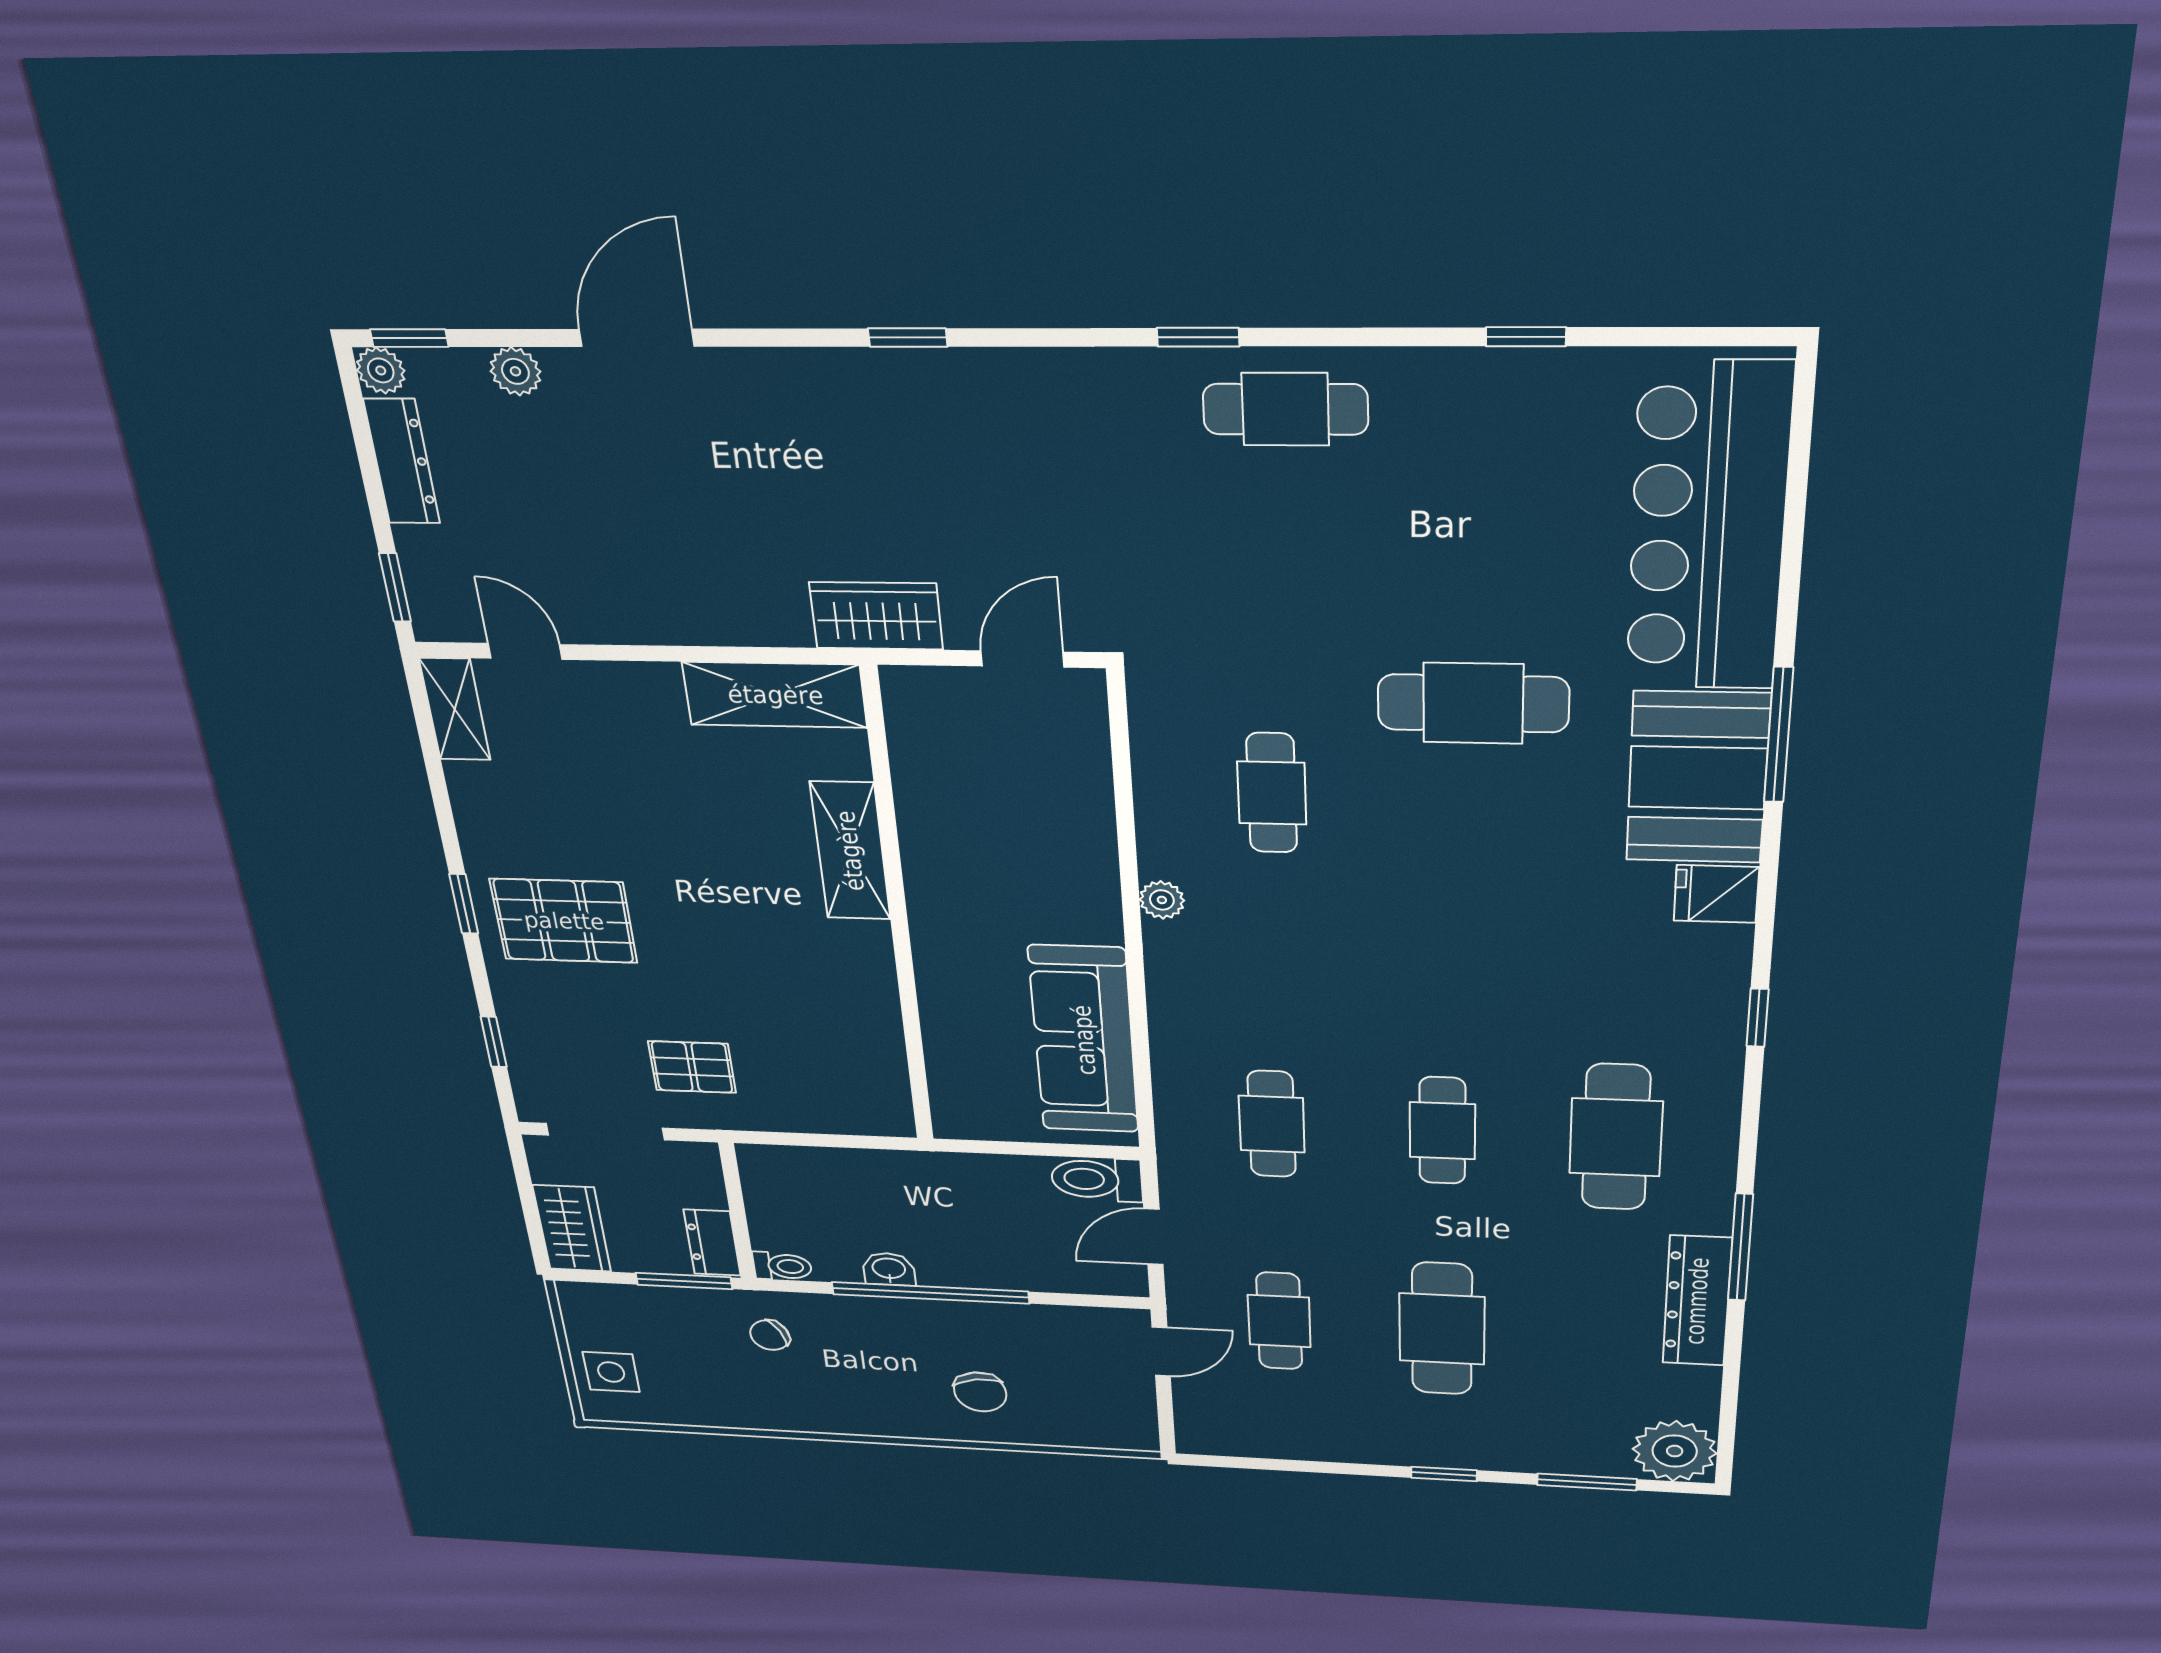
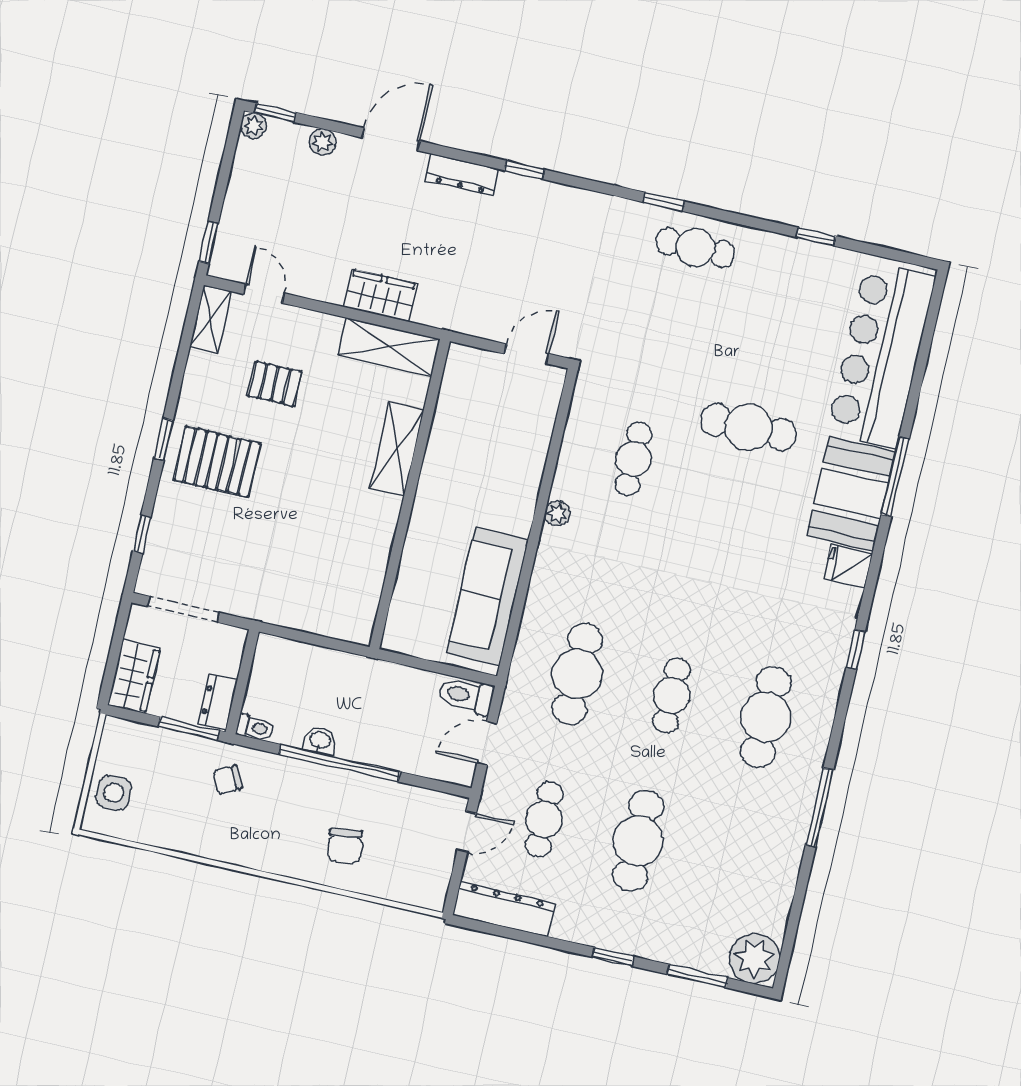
dresser: (402, 461) -> (462, 175), moved, turned 90
wardrobe: (876, 616) -> (380, 295), moved
pallet: (692, 1067) -> (275, 384), moved
cafe table: (1272, 1124) -> (577, 674), width x1.37, depth x1.35
dresser: (1697, 1301) -> (504, 909), moved, turned 90

